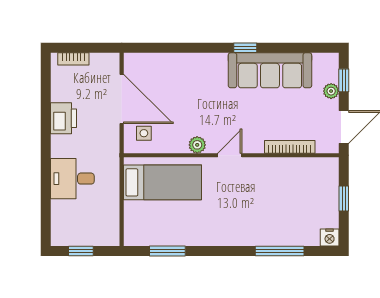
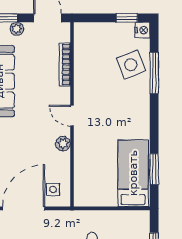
bed: (163, 182) -> (133, 173), moved
window: (344, 199) -> (127, 18), moved
side table: (289, 224) -> (131, 65), added

